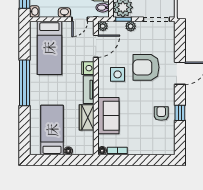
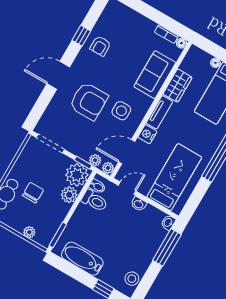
plant: (131, 26) -> (95, 160), moved

